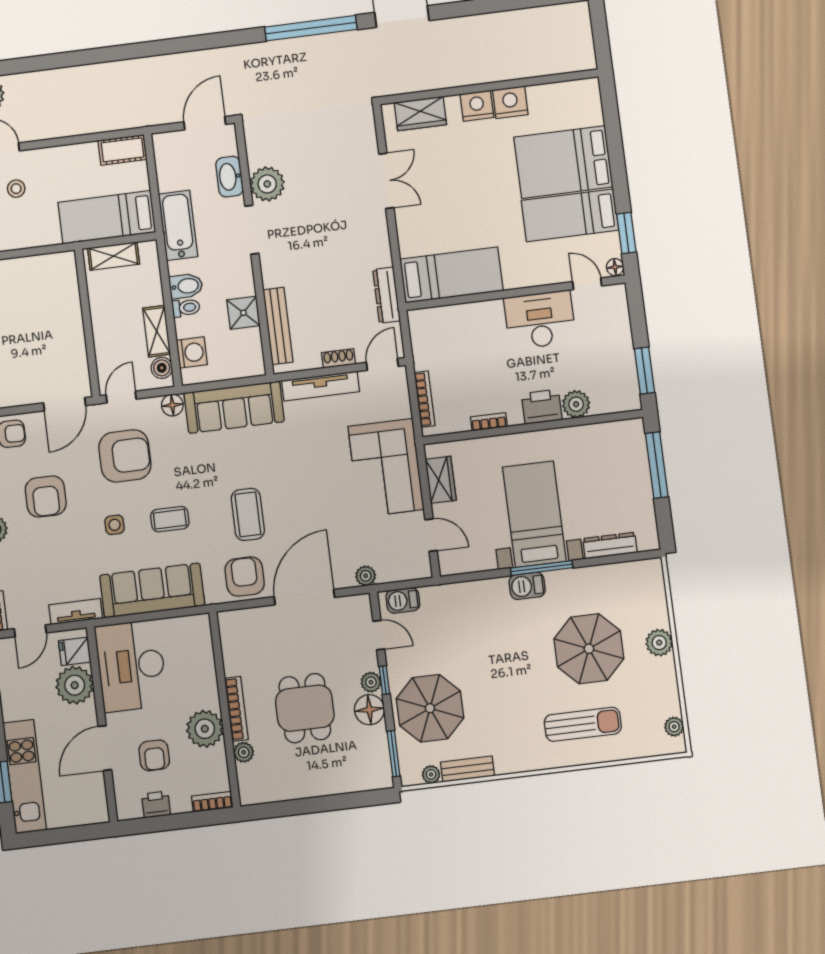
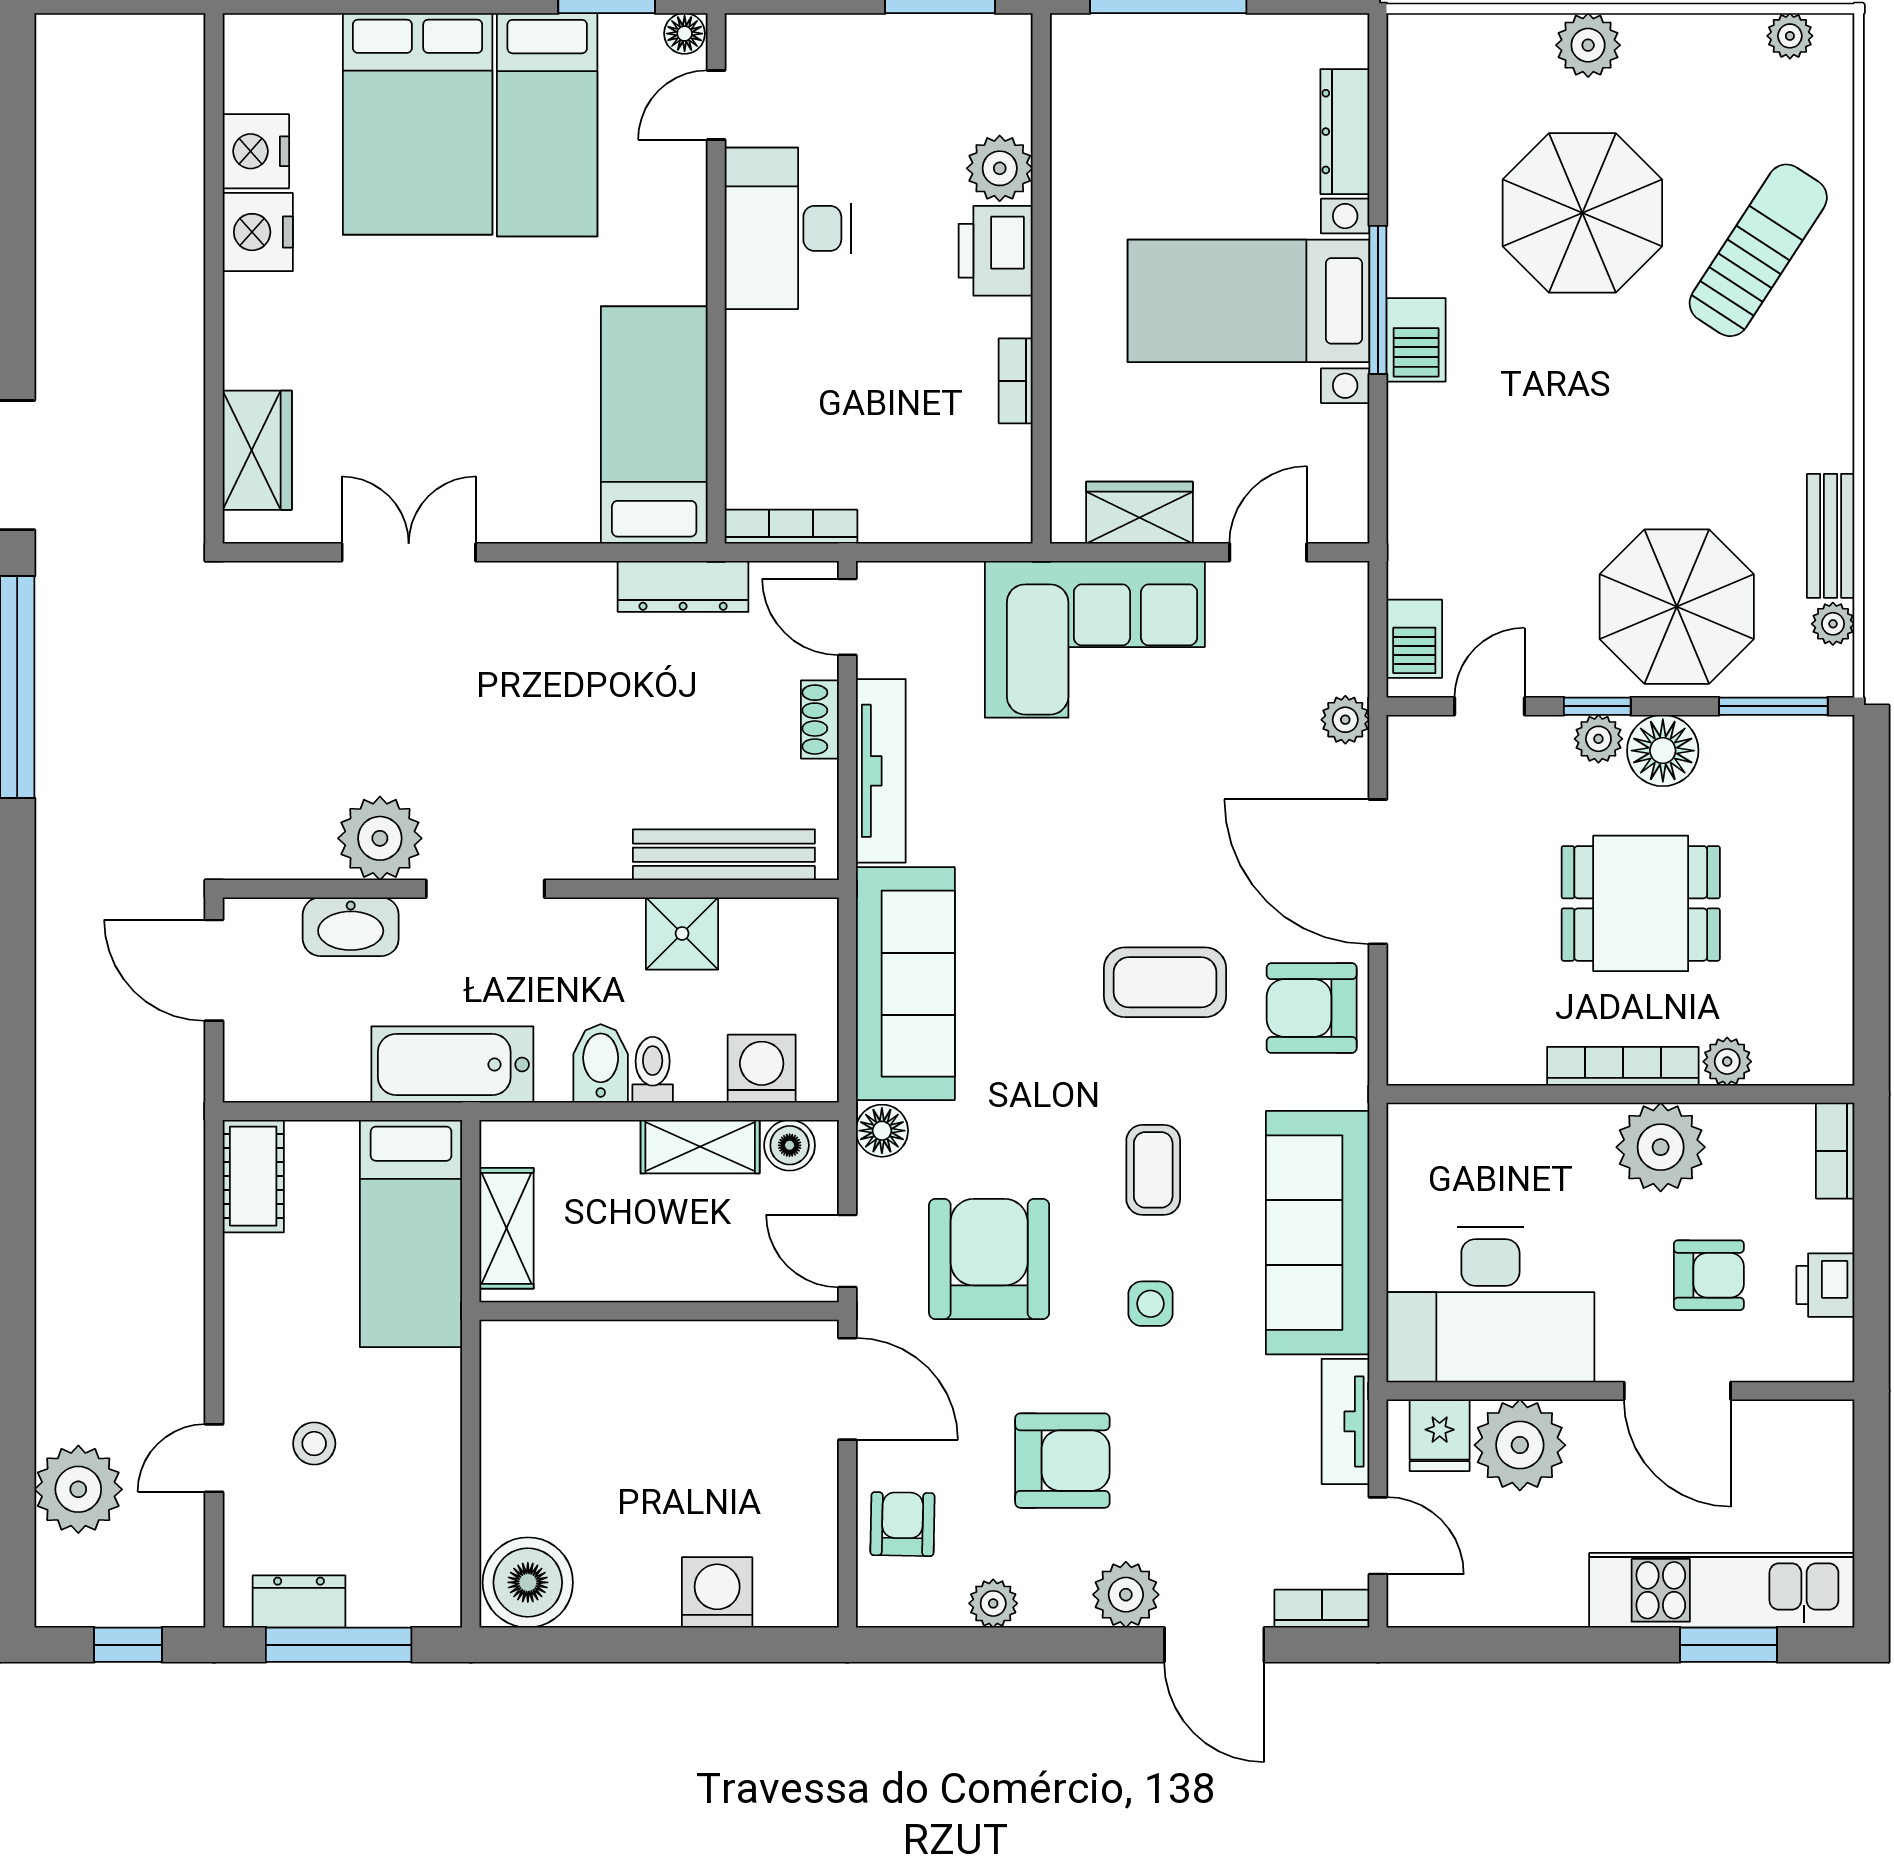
nightstand: (477, 106) -> (256, 151), moved
bookcase: (425, 399) -> (791, 527), moved
sun lounger: (583, 724) -> (1758, 250), turned 33

